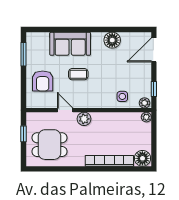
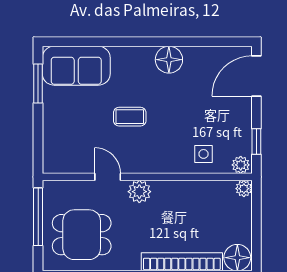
floor lamp: (112, 40) -> (169, 60), moved
sofa: (70, 44) -> (76, 66), moved
armchair: (43, 81) -> (70, 128), removed
window: (23, 134) -> (38, 217), width x2.17

